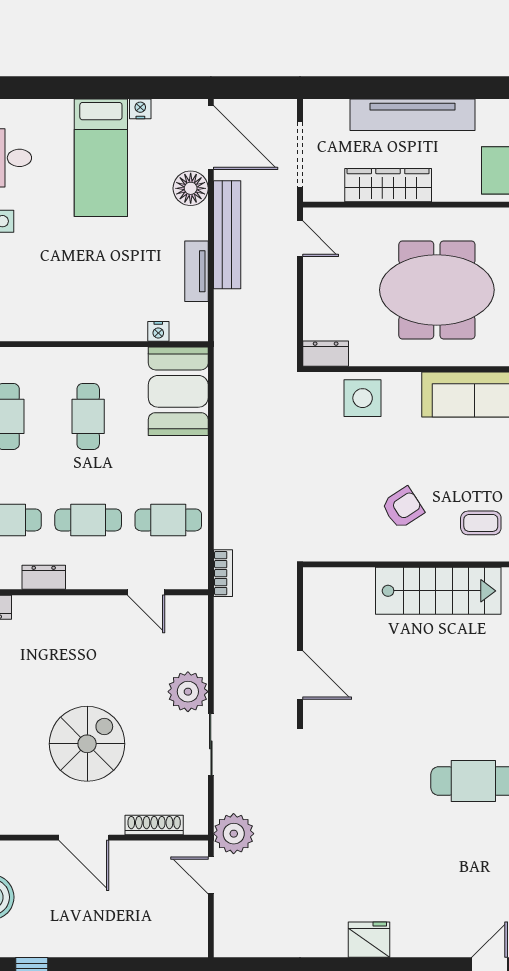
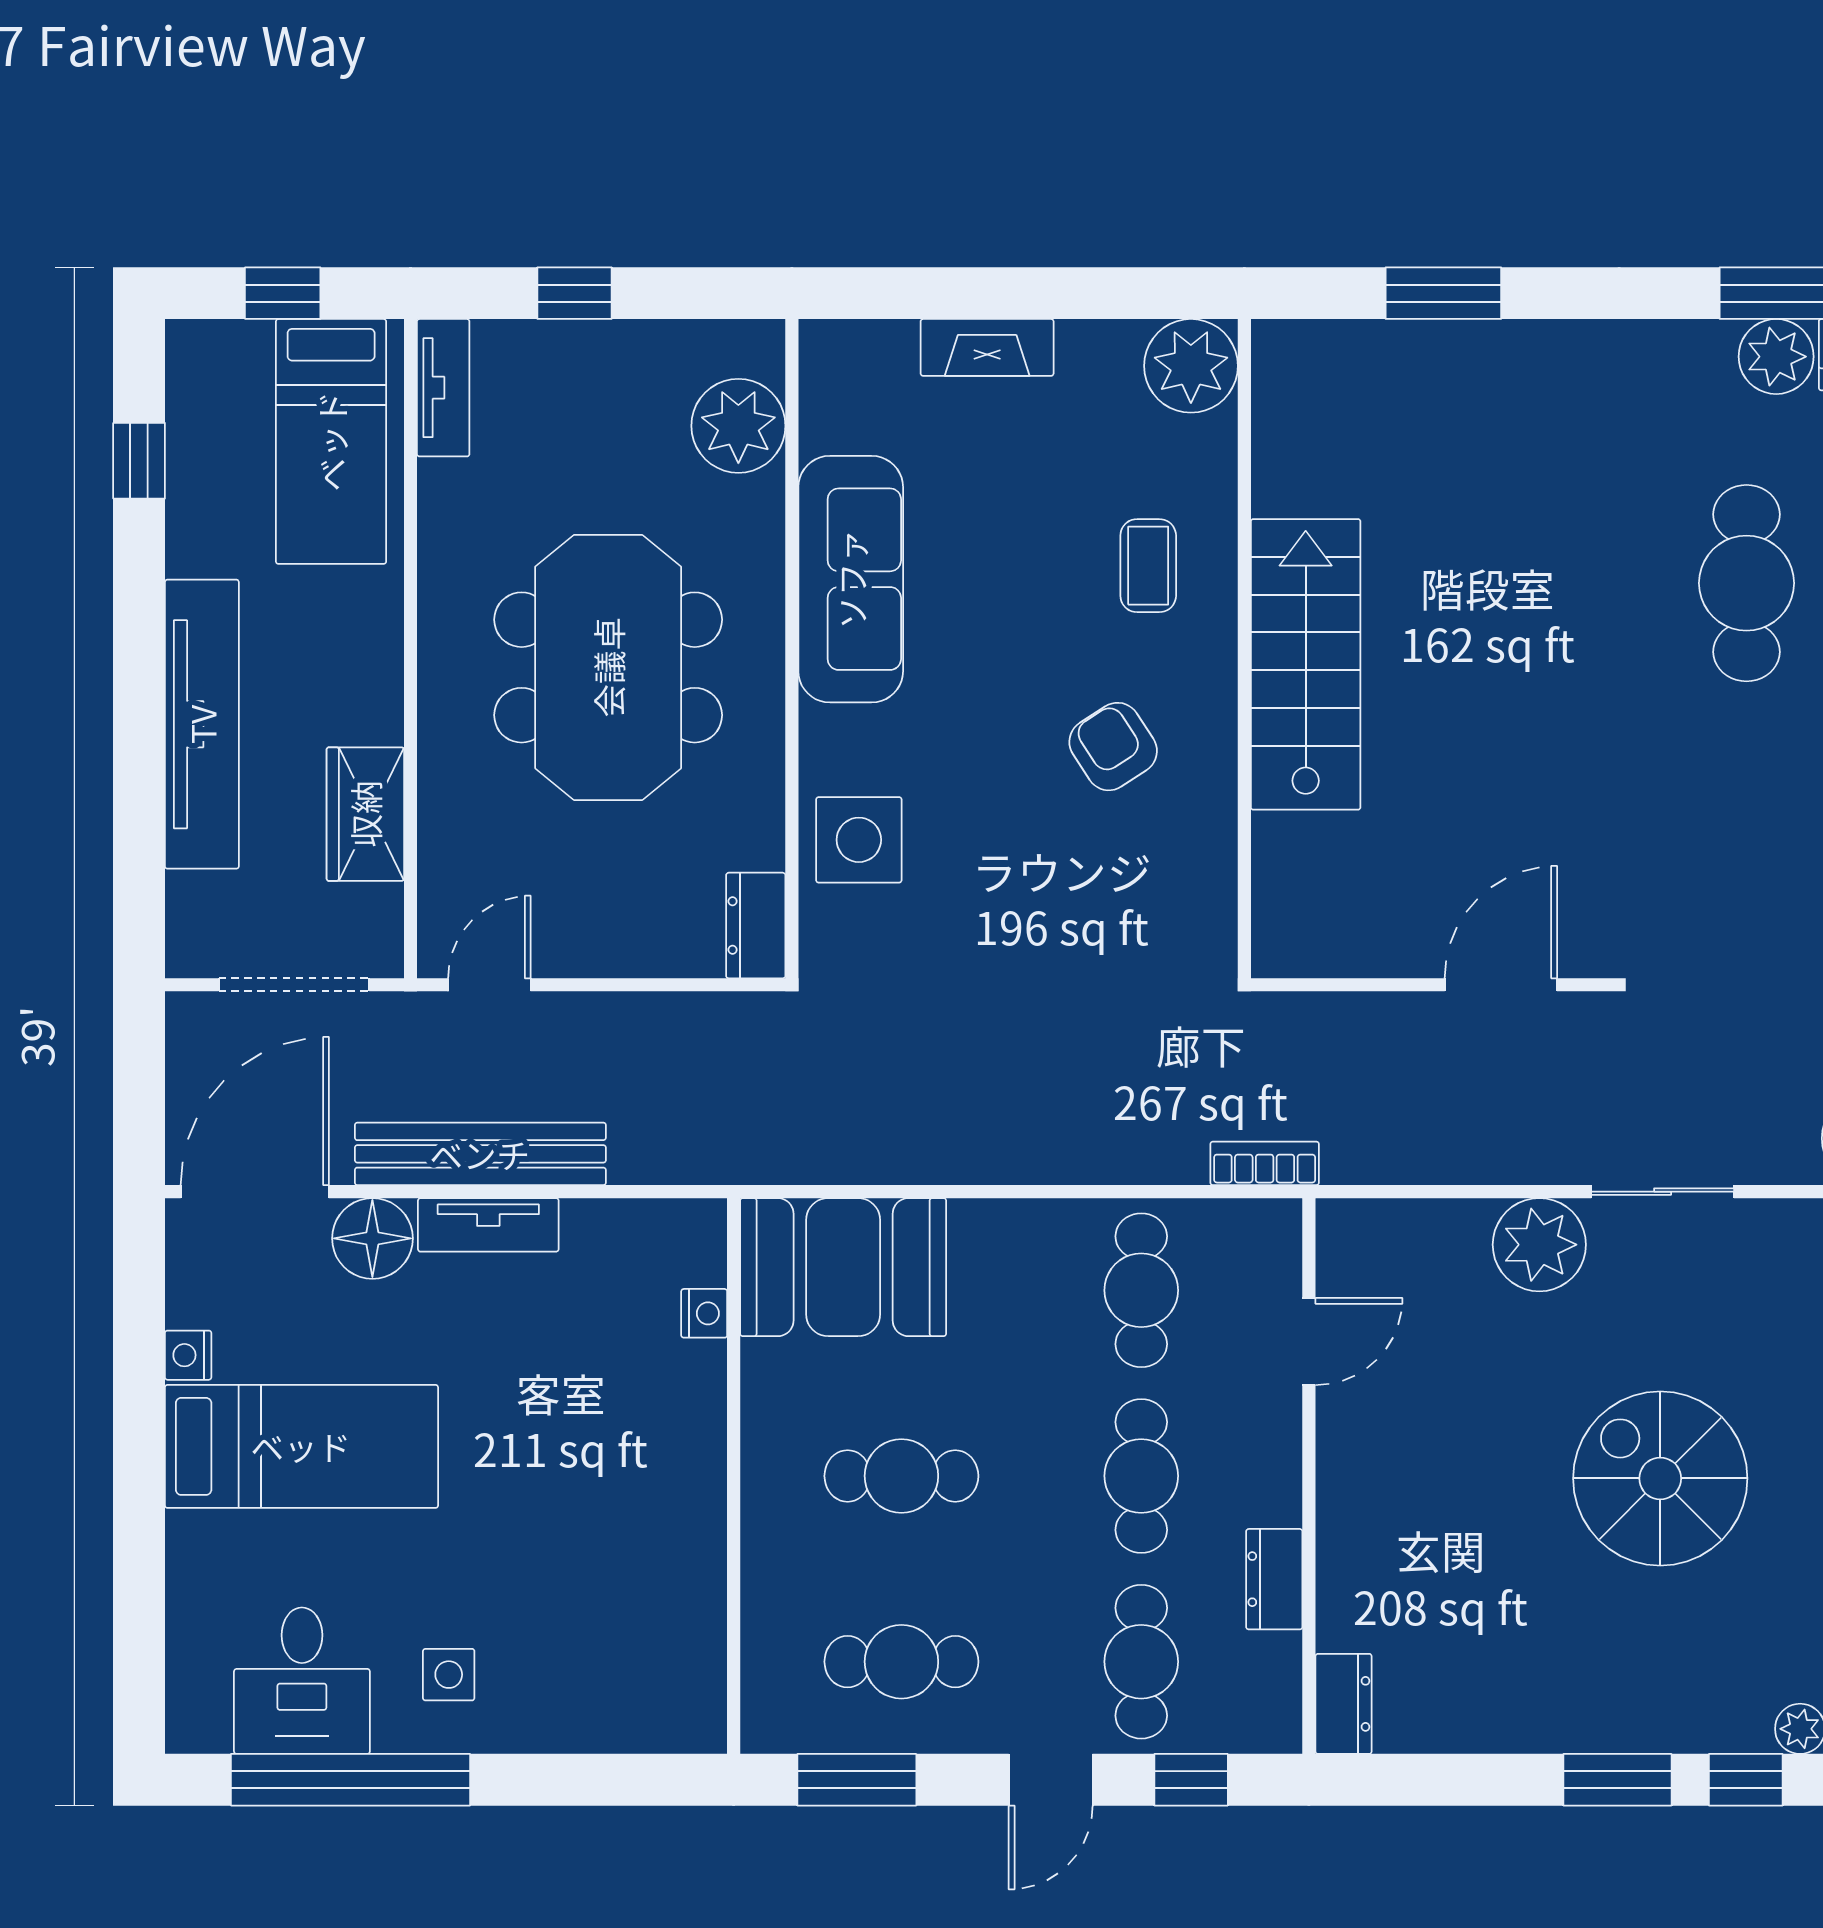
wardrobe: (388, 185) -> (365, 814), width x0.67
tv unit: (196, 271) -> (488, 1225), moved

